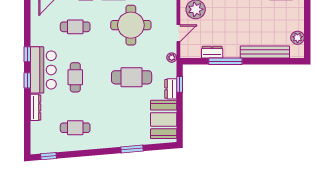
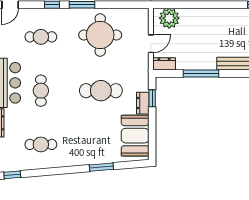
dresser: (212, 52) -> (164, 64), moved
plant: (172, 58) -> (144, 70), removed

